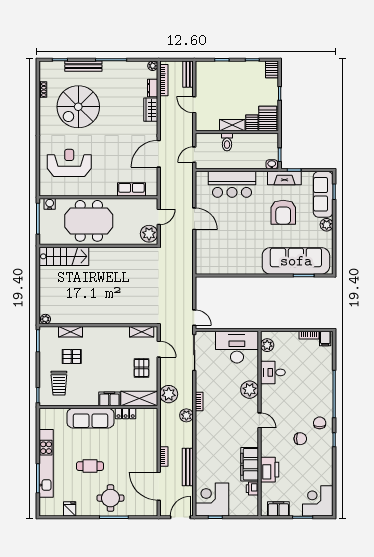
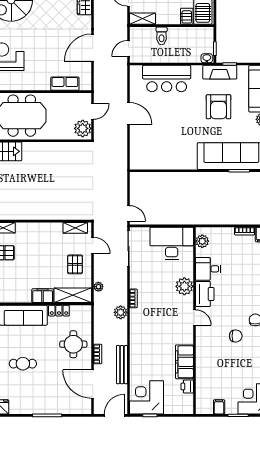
shelving: (232, 125) -> (142, 19), moved
plant: (169, 394) -> (98, 287), width x0.53, depth x0.53
printer: (270, 470) -> (205, 294), moved
round table: (110, 498) -> (73, 344), moved
filing cabinet: (278, 509) -> (219, 407), width x0.50

